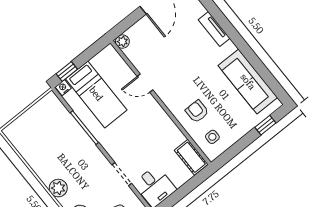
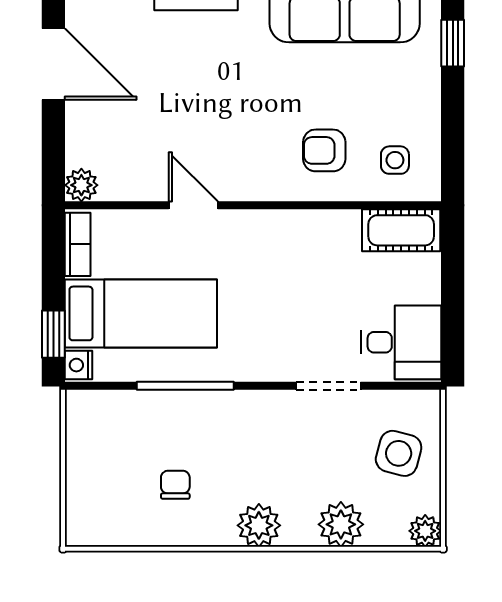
bookcase: (102, 56) -> (78, 244), added
door: (145, 83) -> (193, 205), swing flipped
chair: (50, 150) -> (175, 485), added

